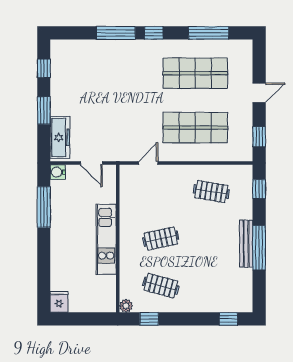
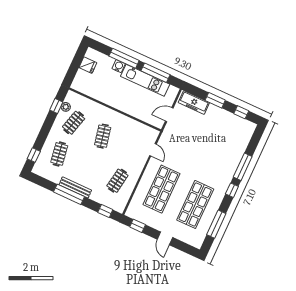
water cooler: (58, 172) -> (119, 66), moved
kitchen unit: (106, 239) -> (145, 80), moved, turned 180
window: (44, 258) -> (124, 58), added
clothes rail: (211, 286) -> (59, 154), added
fridge: (59, 302) -> (88, 65), moved
plant: (126, 306) -> (66, 107), moved

